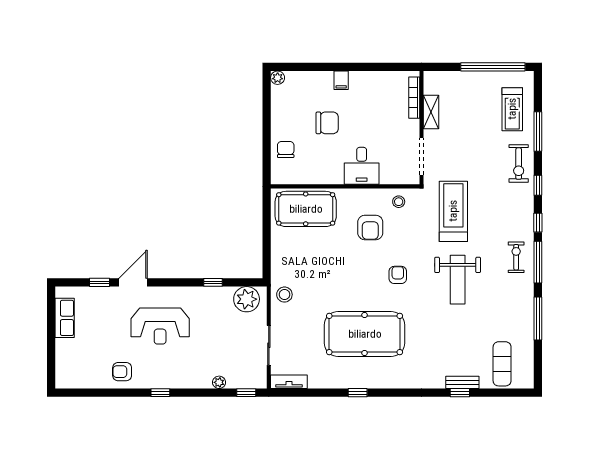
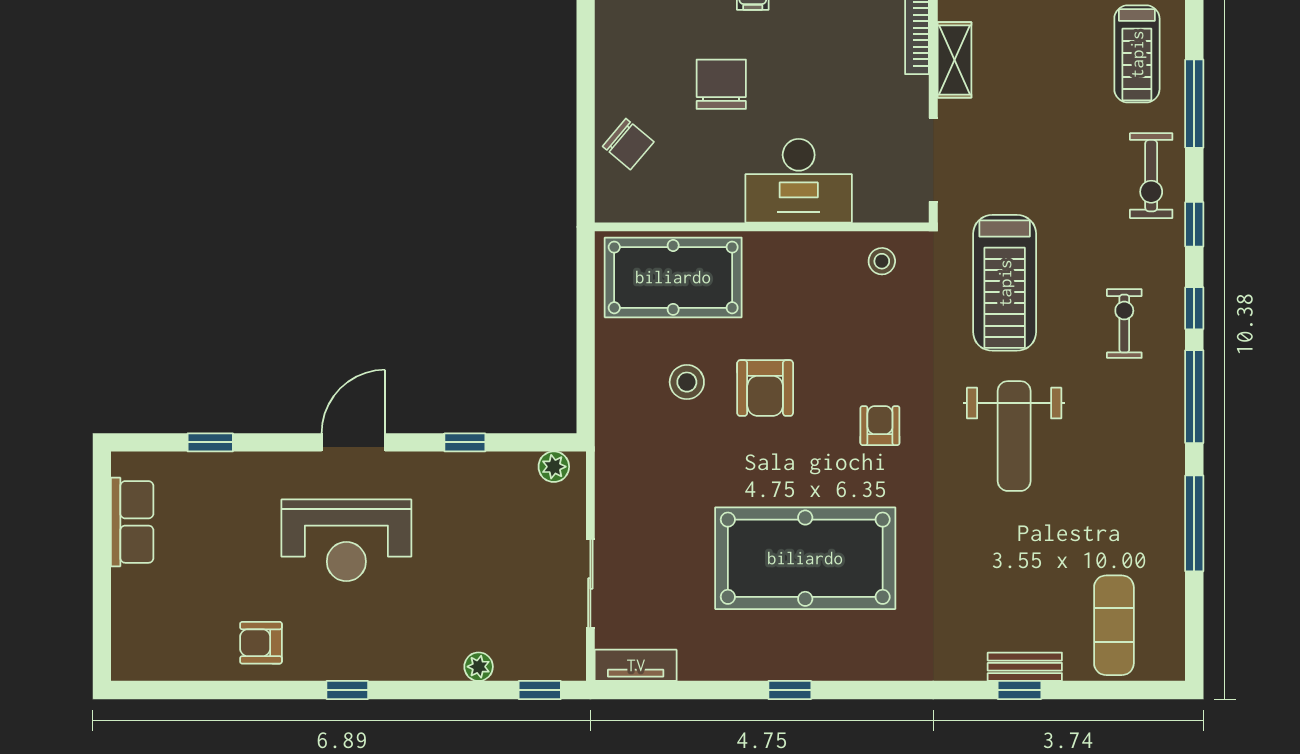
chair: (327, 123) -> (721, 84), turned -90
chair: (286, 150) -> (628, 144), turned 130
desk: (362, 166) -> (799, 181), width x1.37
treadmill: (453, 211) -> (1005, 283), turned 180
armchair: (370, 227) -> (765, 388), moved
exercise bike: (516, 257) -> (1124, 324), moved
door: (133, 282) -> (353, 442), moved
stool: (284, 295) -> (687, 382), moved
plant: (247, 299) -> (554, 467), width x0.53, depth x0.53

